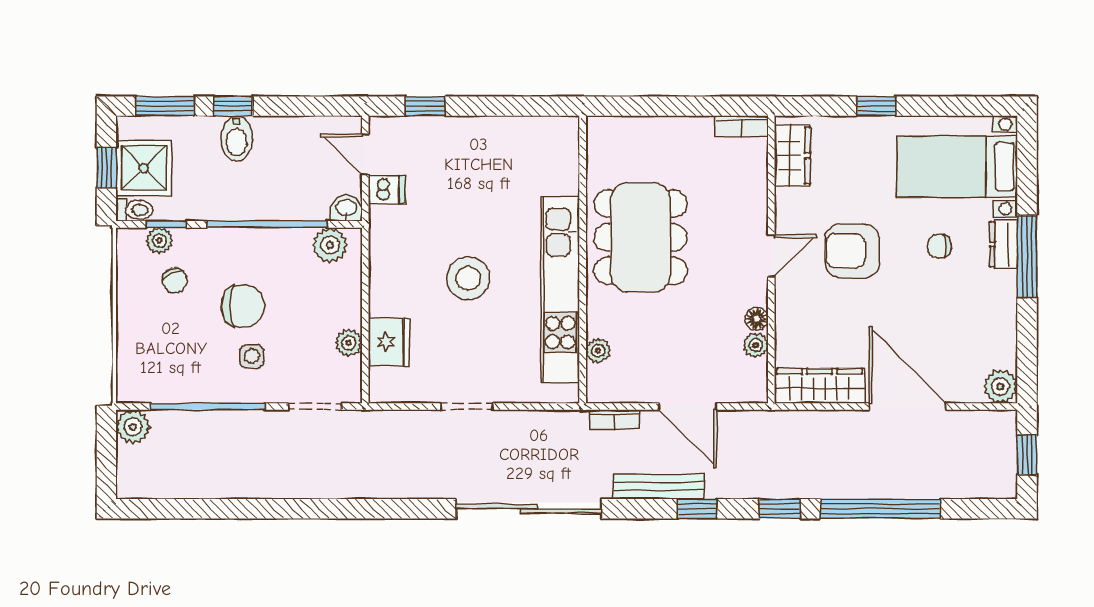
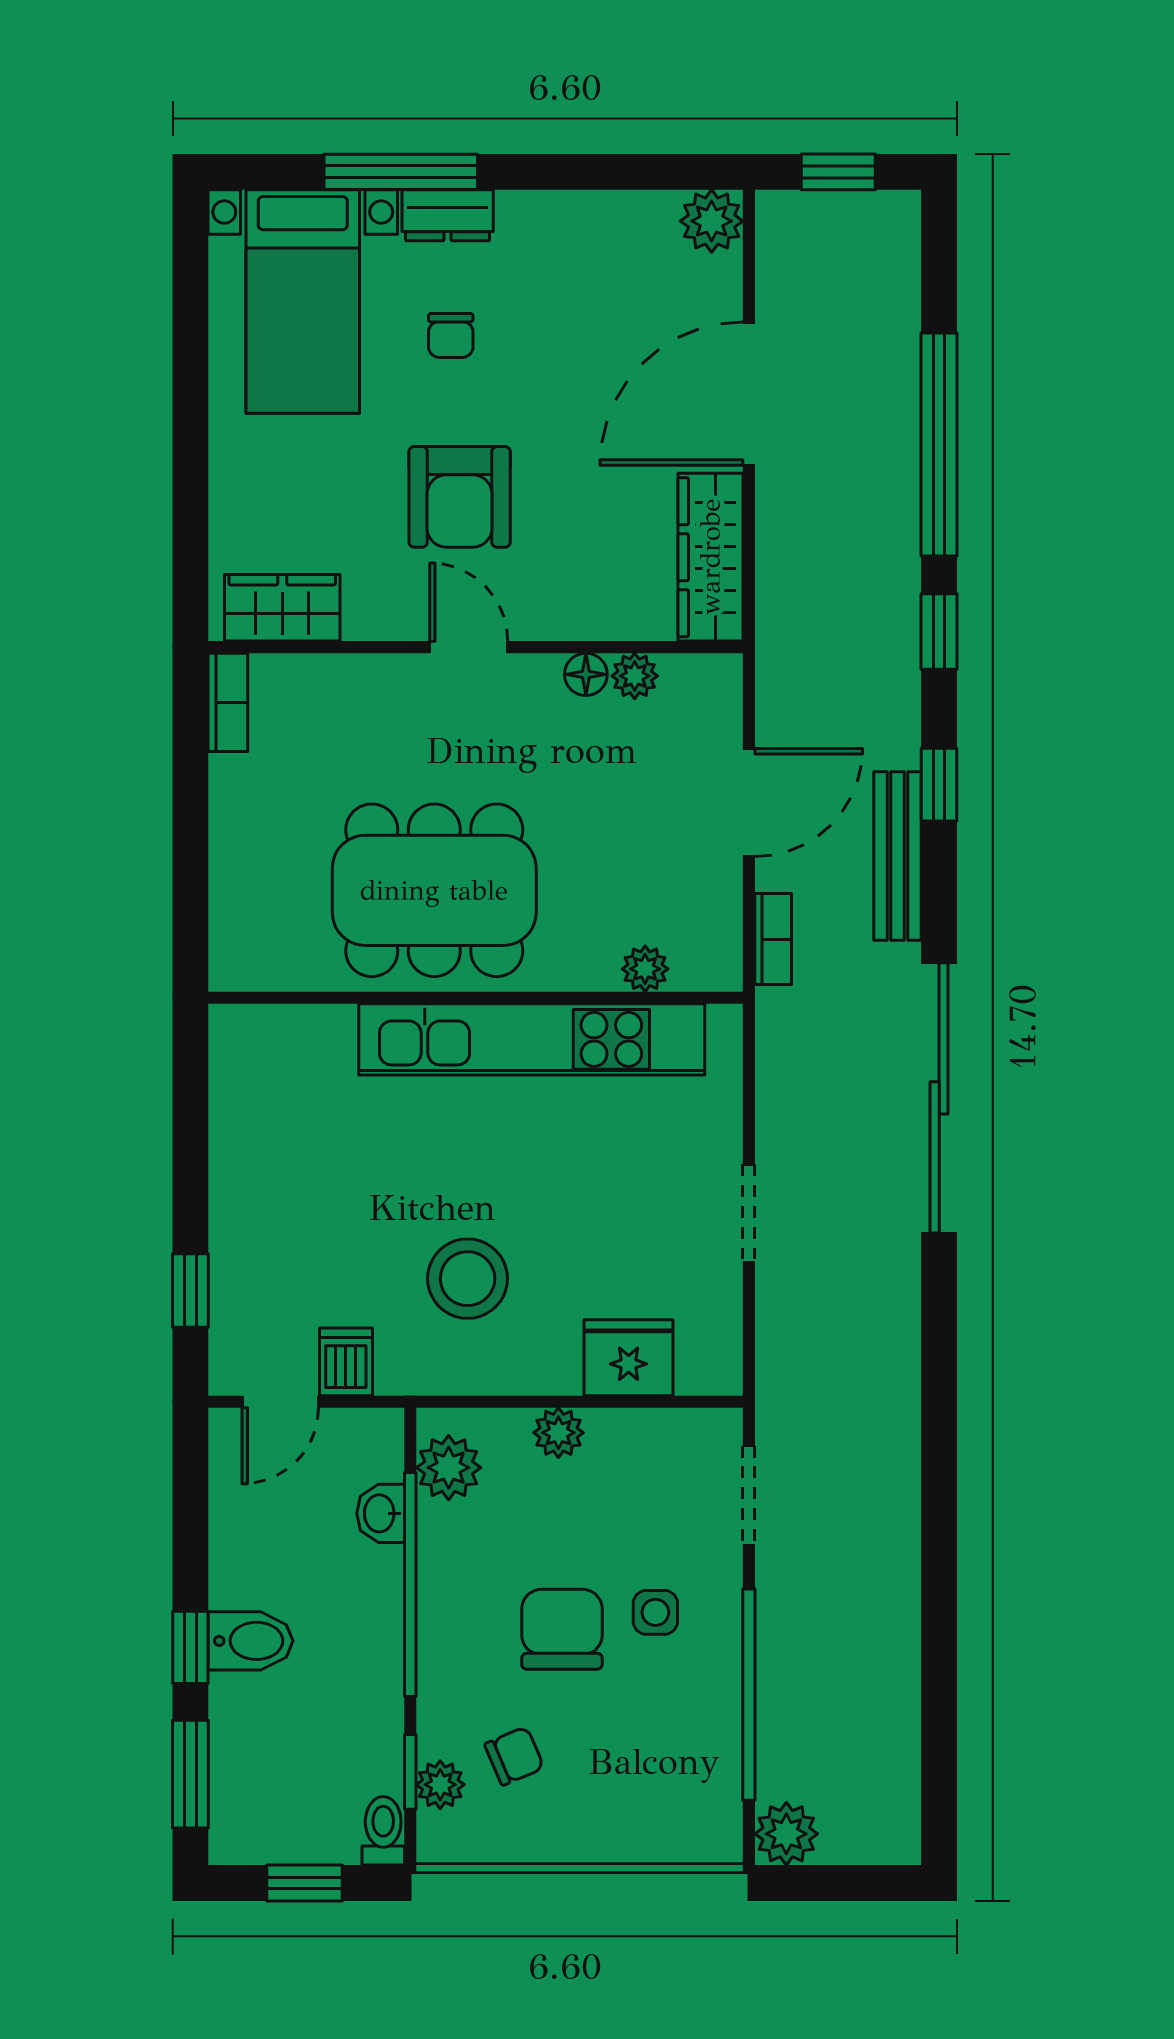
window: (876, 106) -> (190, 452), removed
shower: (144, 168) -> (306, 1814), removed
washbasin: (346, 208) -> (381, 1513), moved
window: (1027, 256) -> (401, 172), moved
stool: (468, 278) -> (468, 1279), moved
plant: (349, 343) -> (558, 1433), moved

